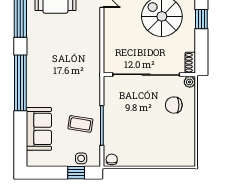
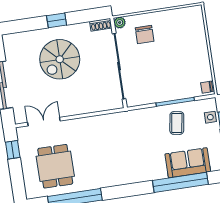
window: (20, 83) -> (180, 182), moved

